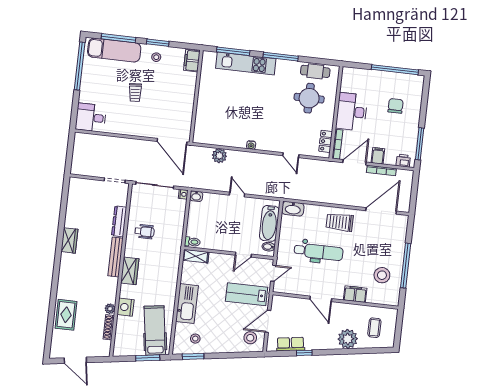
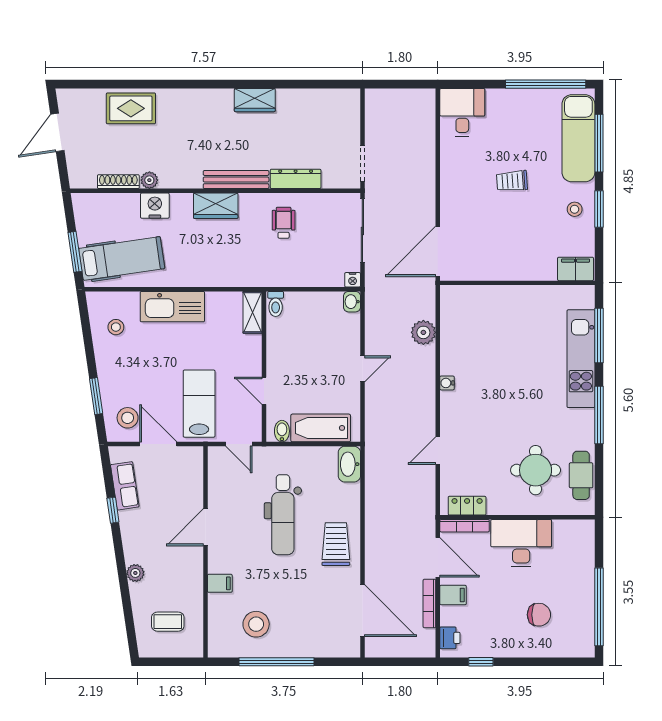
window: (420, 144) -> (481, 662), width x0.46
wheelchair: (145, 232) -> (284, 223), turned 180
filing cabinet: (355, 294) -> (220, 583), width x0.50
plant: (348, 339) -> (135, 573), width x0.53, depth x0.53
window: (193, 356) -> (96, 396), moved

